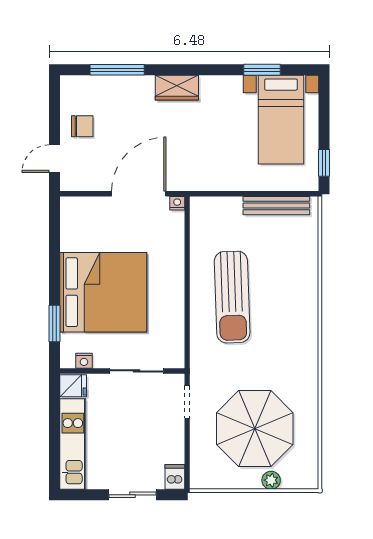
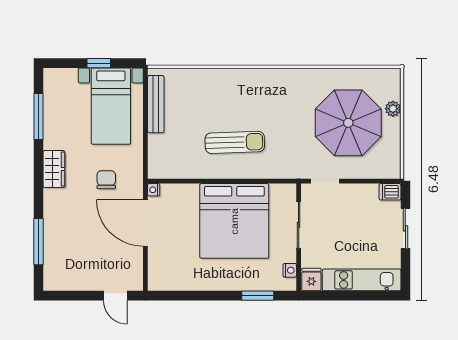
window: (262, 70) -> (39, 117), width x1.44
wardrobe: (177, 88) -> (54, 169), moved
bed with nightstands: (281, 120) -> (111, 106), moved, turned 90
chair: (82, 126) -> (106, 180), moved
window: (324, 163) -> (99, 63), moved
bed: (103, 292) -> (234, 221), moved, turned 180
sun lounger: (232, 297) -> (235, 142), width x0.73, depth x0.75

